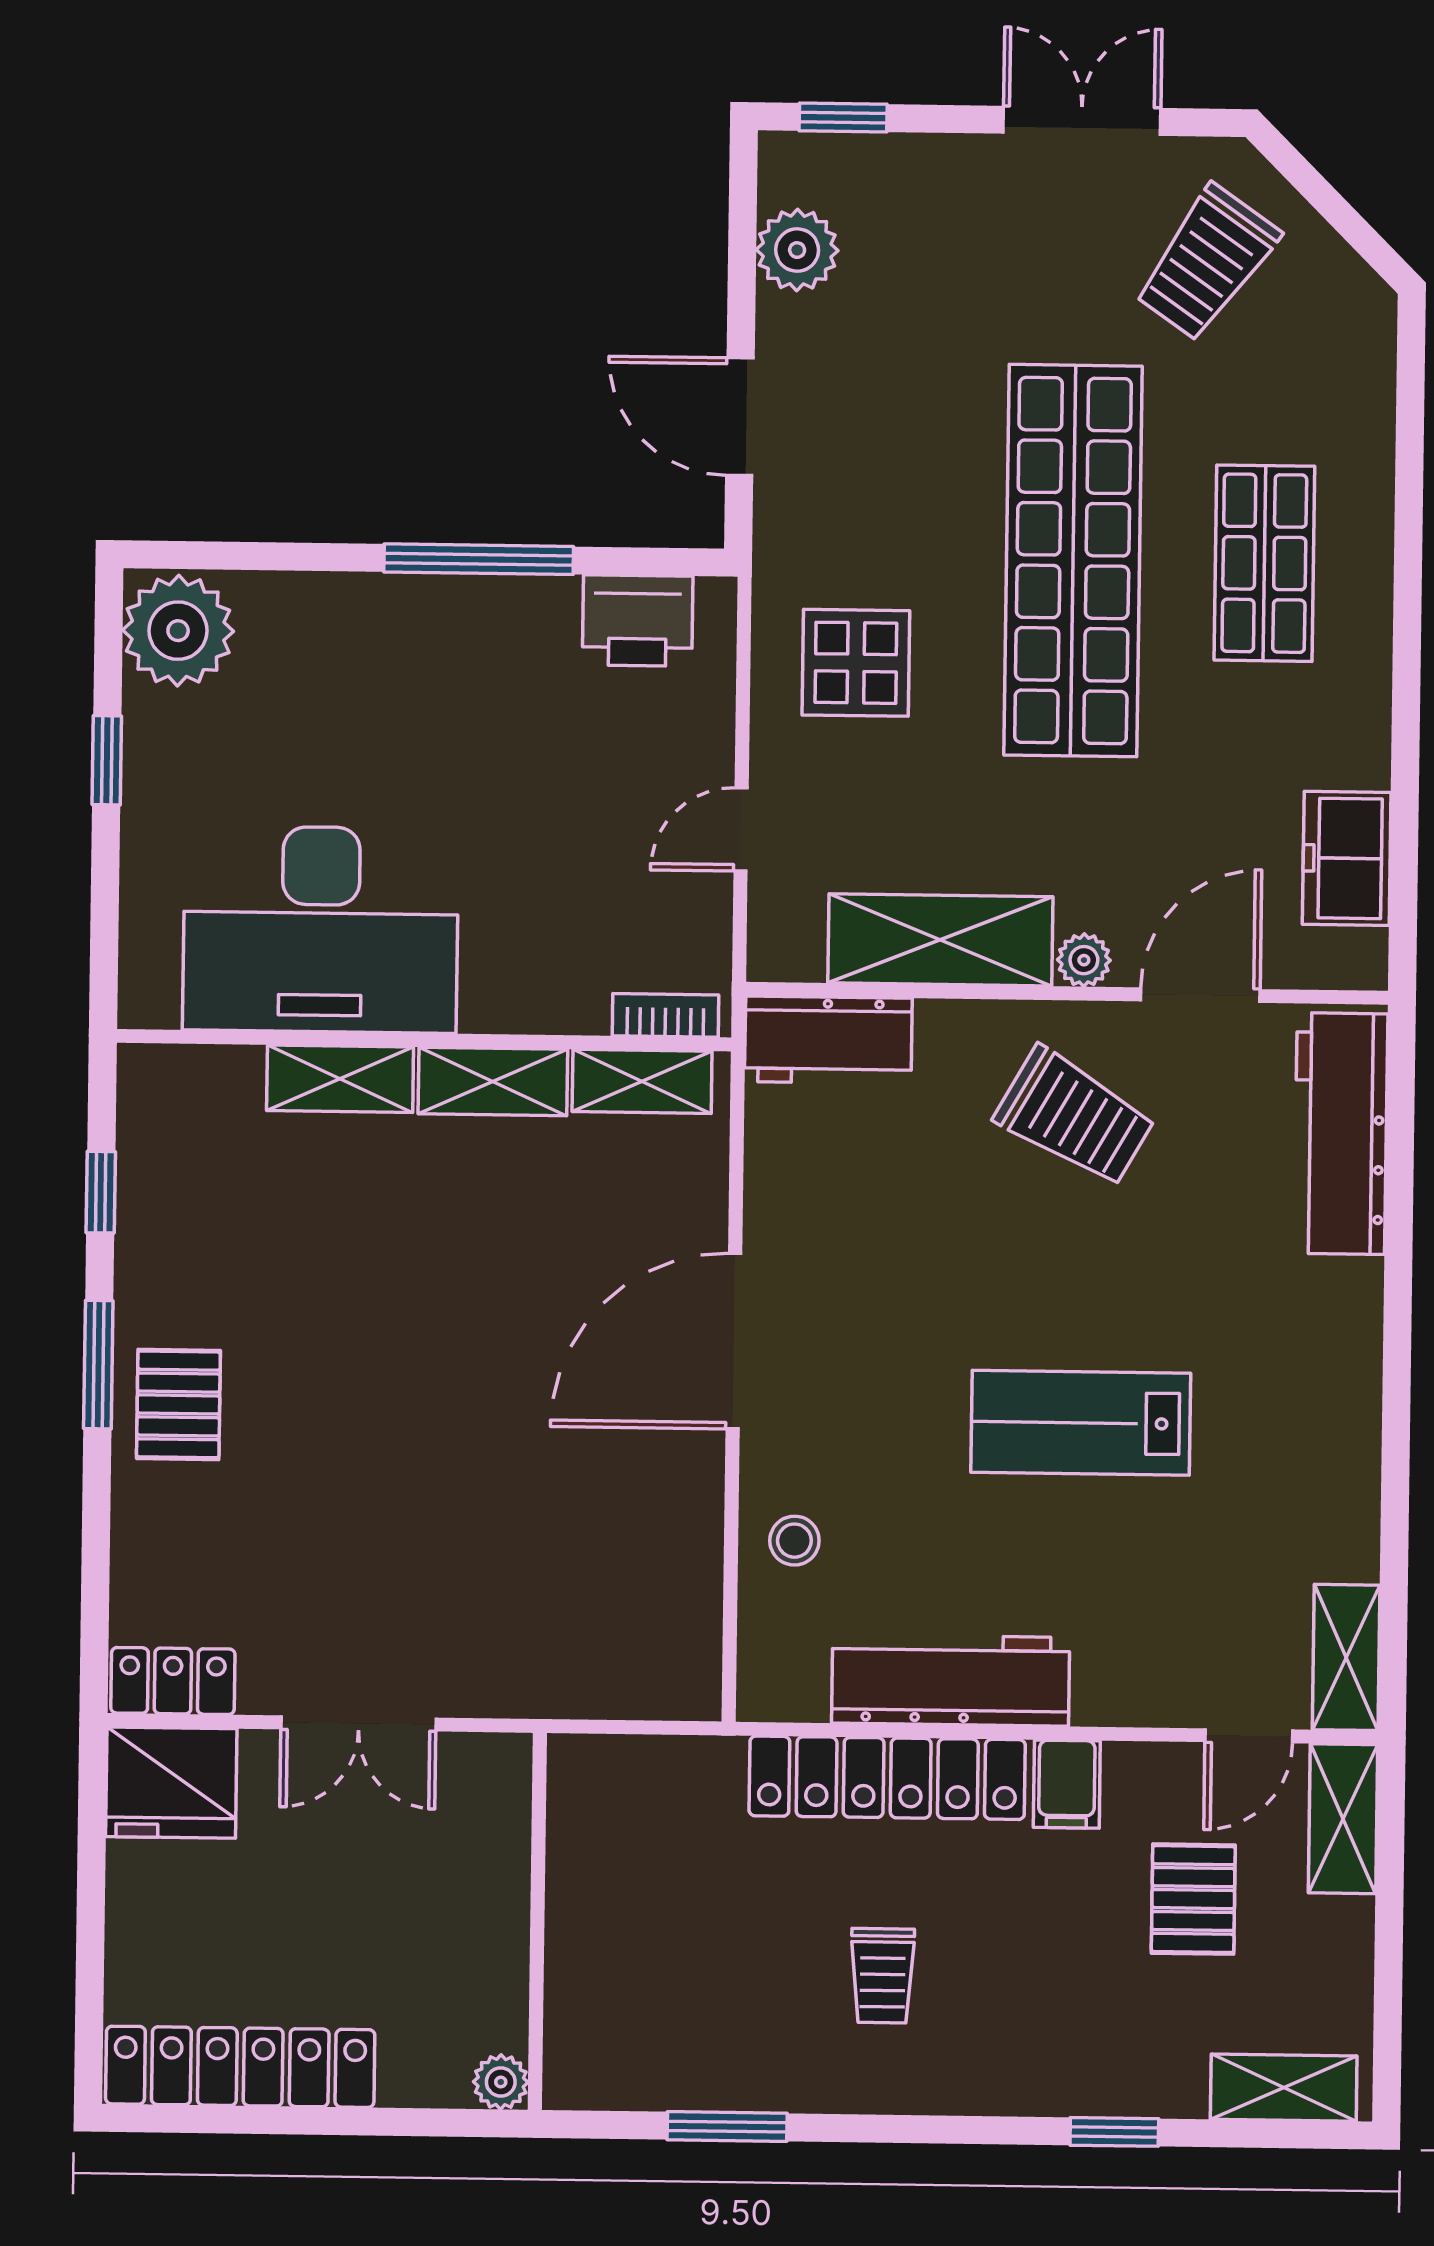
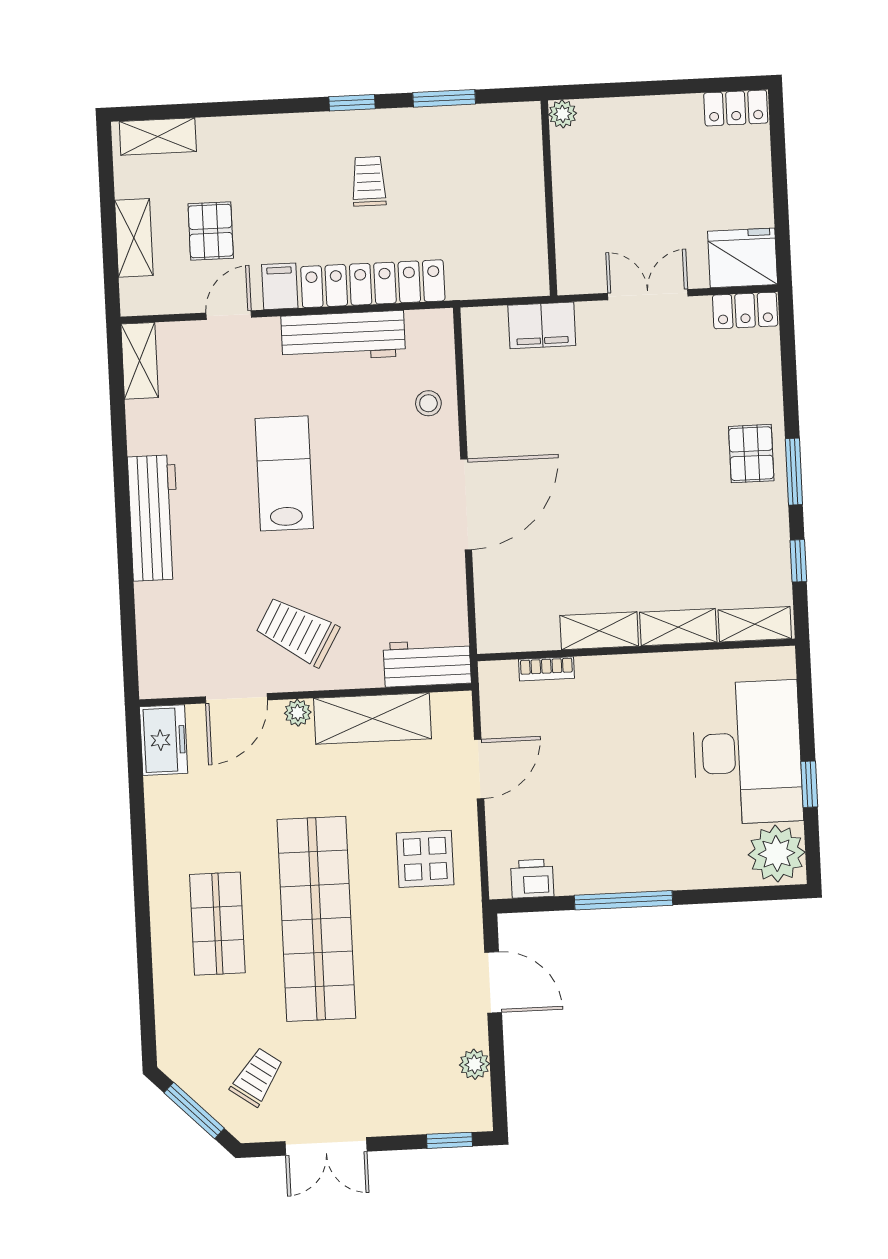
window: (1332, 206) -> (194, 1111), added
plant: (797, 250) -> (474, 1064), width x0.73, depth x0.73
trolley: (1207, 263) -> (257, 1077), width x0.73, depth x0.72
printer: (638, 621) -> (532, 879), width x0.73, depth x0.81
door: (741, 829) -> (479, 769), width x1.38
freezer: (1347, 858) -> (164, 740), moved
desk: (321, 929) -> (747, 752), moved, turned 90
bookcase: (666, 1015) -> (546, 669), moved
shelving: (642, 1081) -> (755, 624), moved
workbench: (1341, 1134) -> (154, 518), moved
lab bench: (1081, 1423) -> (284, 473), turned -90
filing cabinet: (566, 1677) -> (542, 325), added
door: (1249, 1736) -> (229, 315), moved
shelving: (1343, 1819) -> (134, 238), moved
locker: (240, 2067) -> (736, 108), width x0.46, depth x0.83
window: (1114, 2132) -> (352, 103), moved

